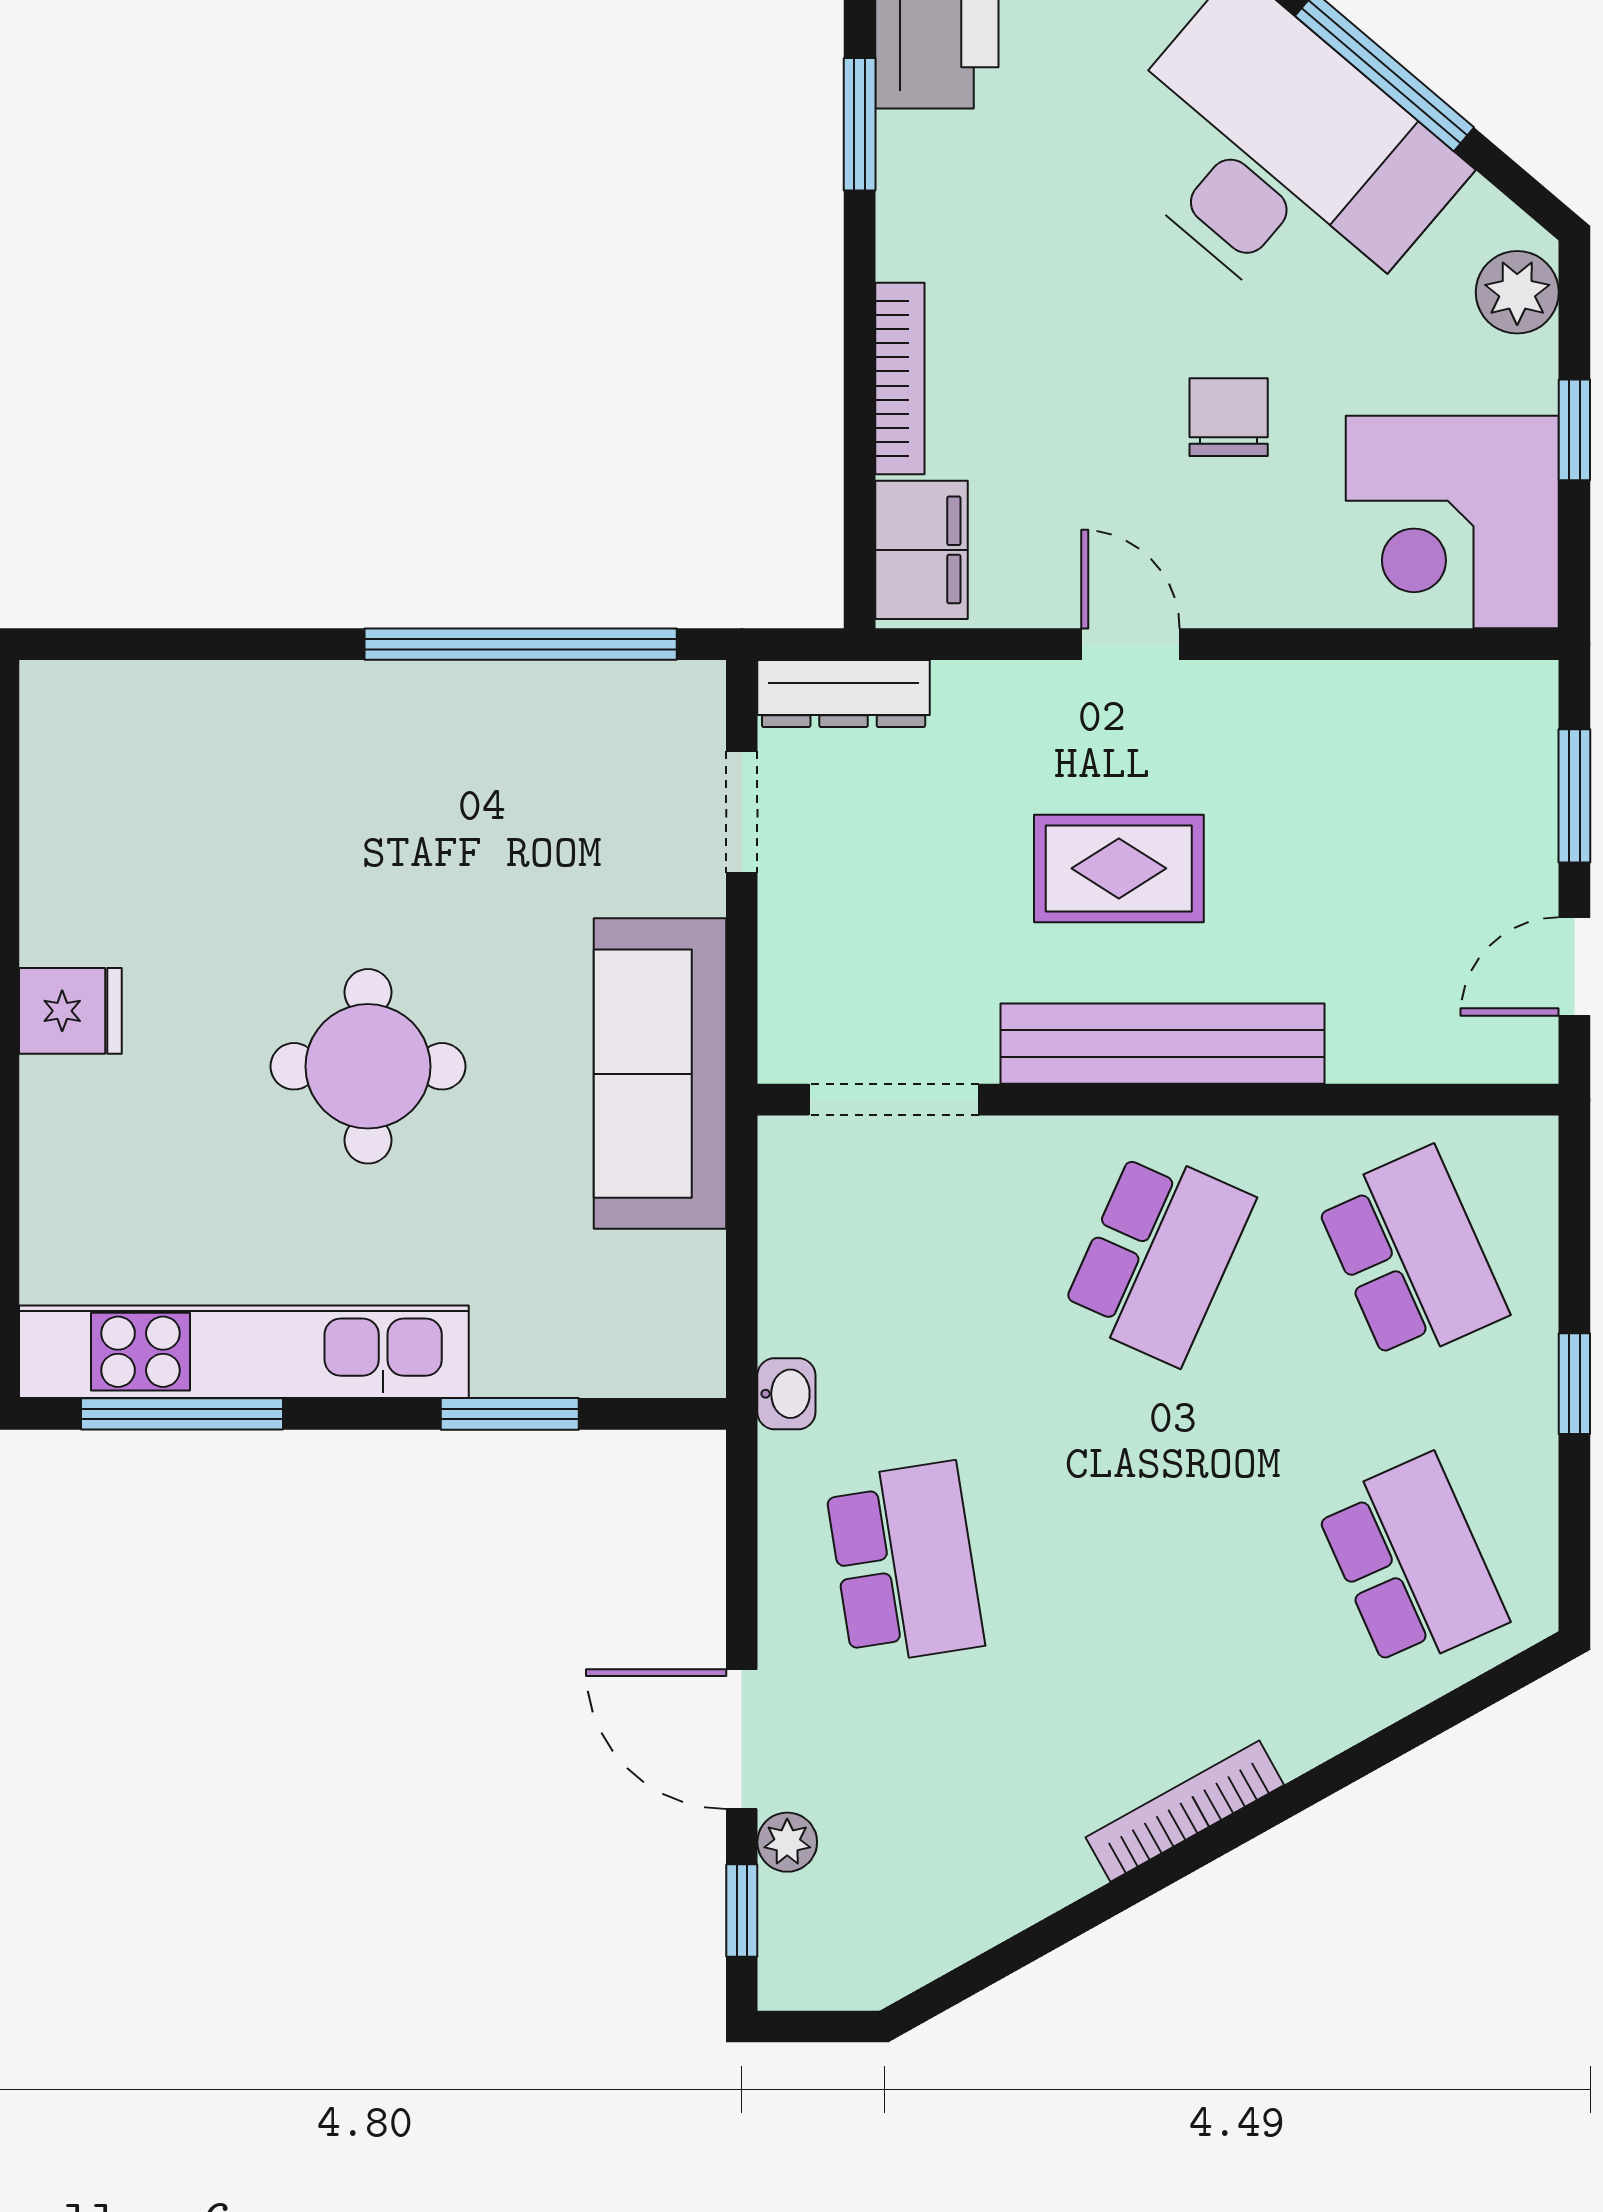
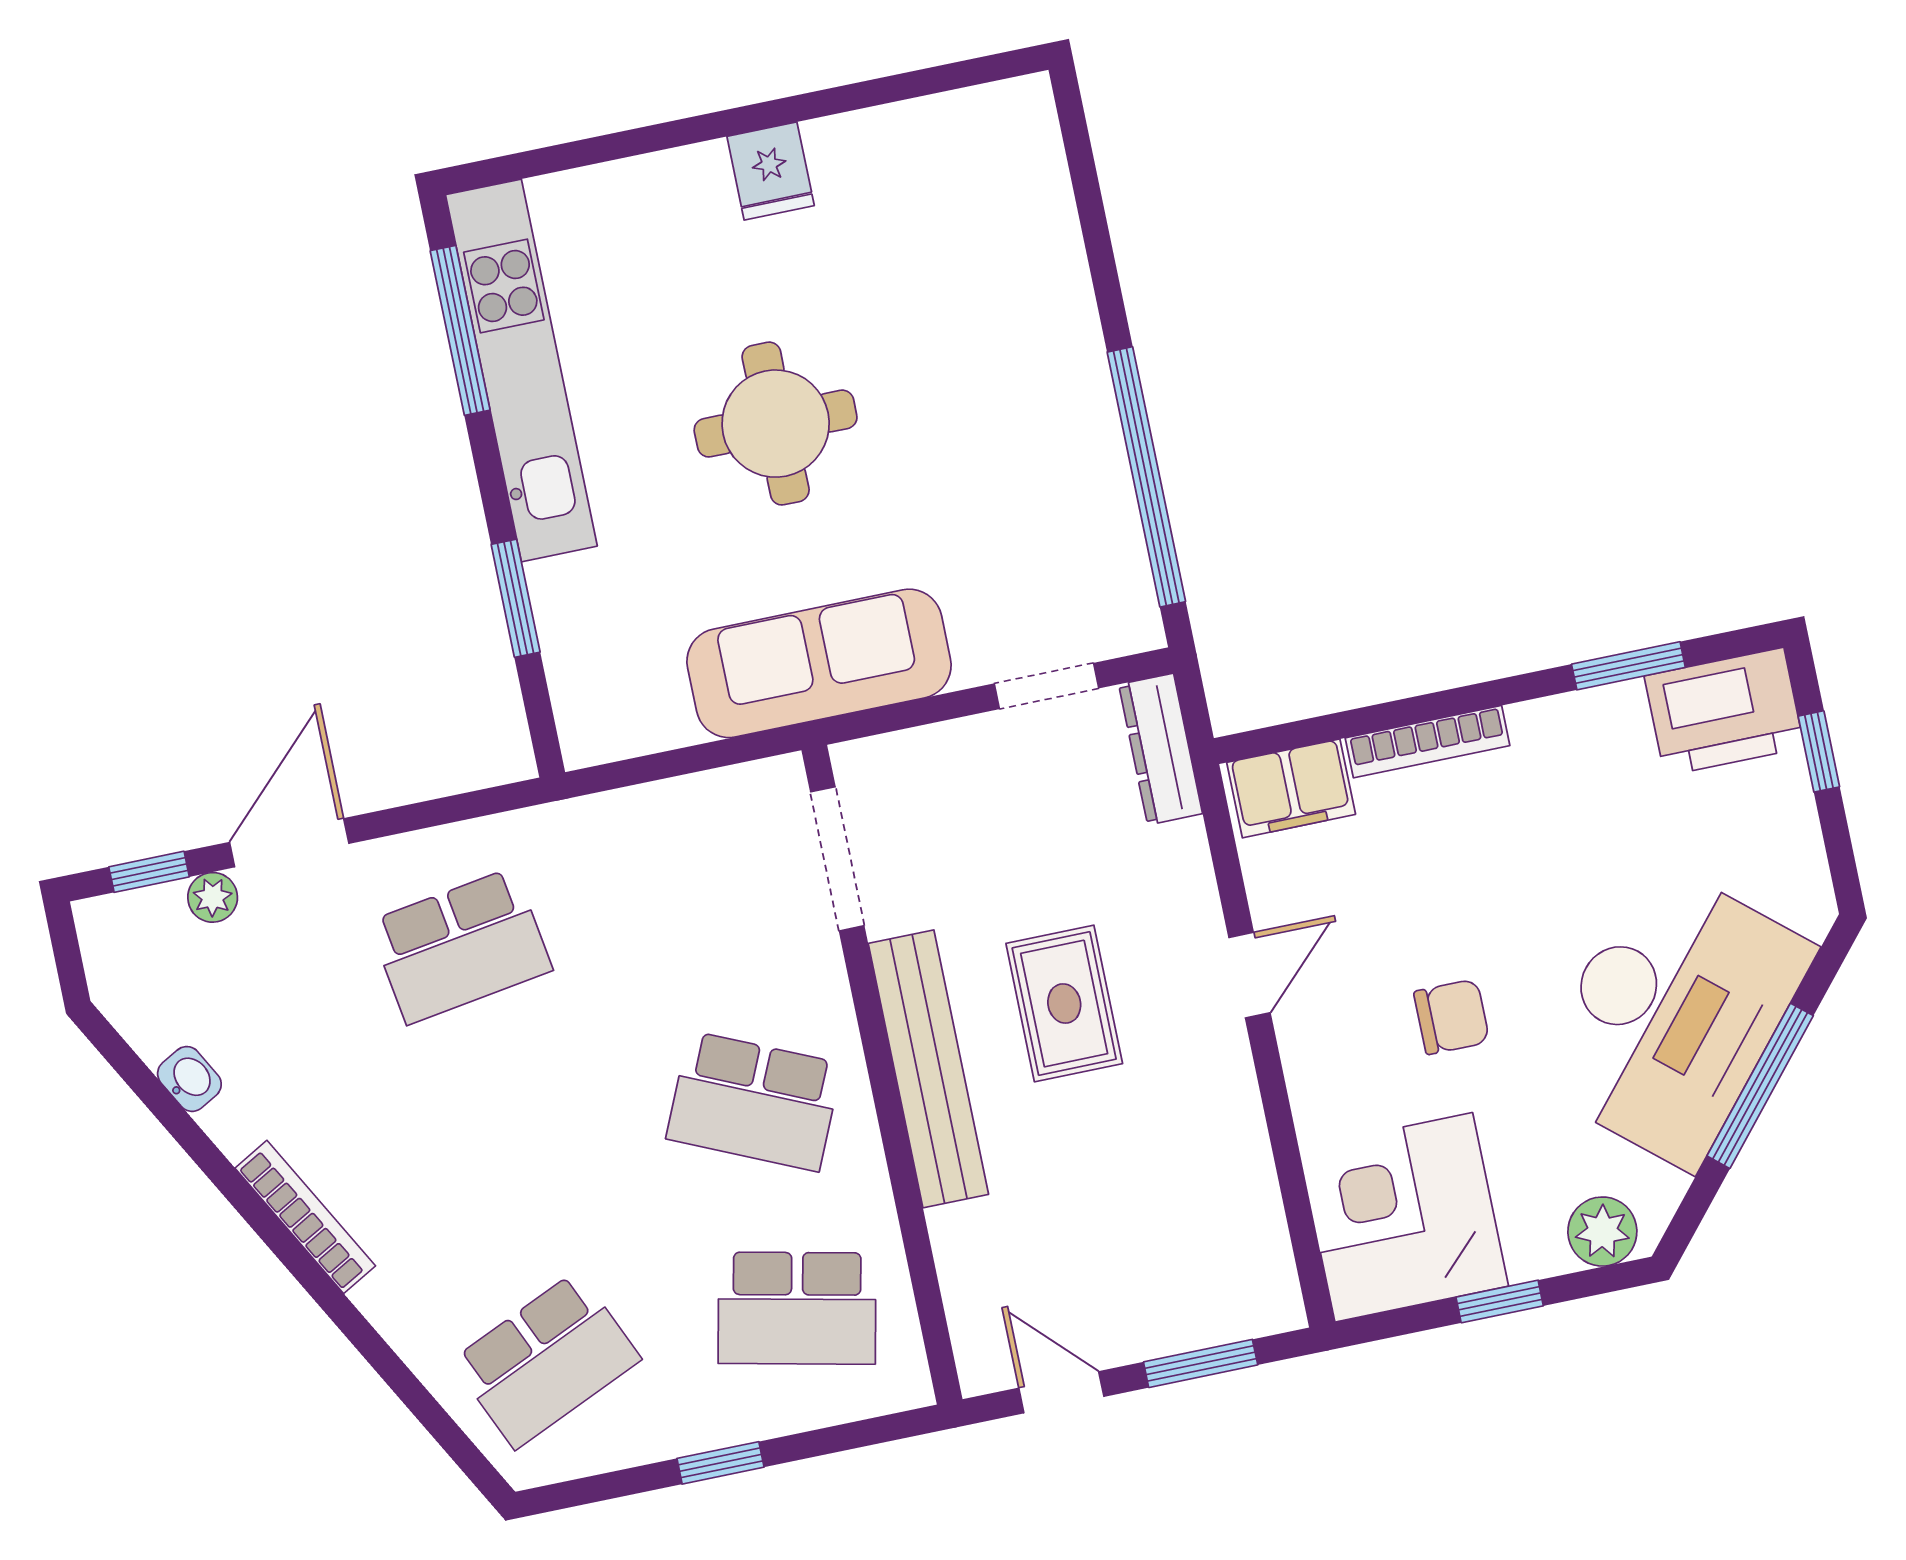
school desk: (1411, 1256) -> (797, 1308), turned 36
washbasin: (786, 1394) -> (189, 1079), moved, turned -119

